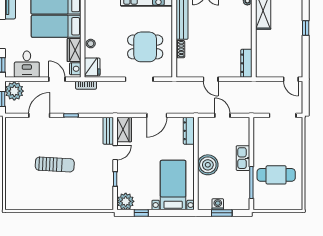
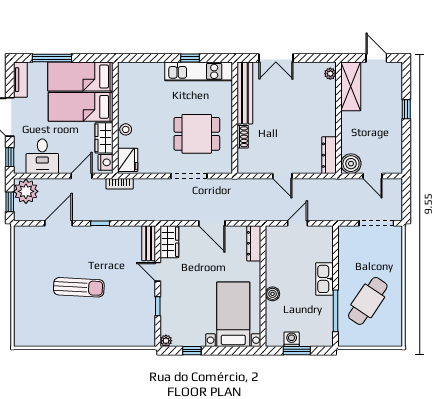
boiler: (263, 70) -> (351, 164), added
door: (57, 79) -> (82, 176), hinge flipped
door: (291, 79) -> (372, 176), moved
door: (157, 115) -> (212, 223), hinge flipped
door: (222, 115) -> (298, 223), hinge flipped
door: (115, 153) -> (158, 272), swing flipped
boiler: (208, 165) -> (273, 294), width x0.54, depth x0.54
cafe table: (276, 175) -> (368, 301), turned -56
plant: (126, 201) -> (166, 341), width x0.53, depth x0.53

